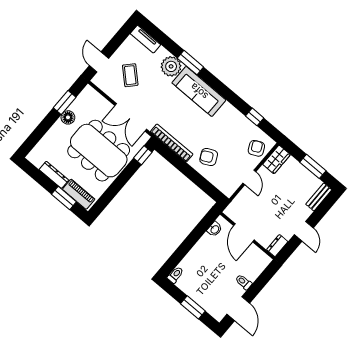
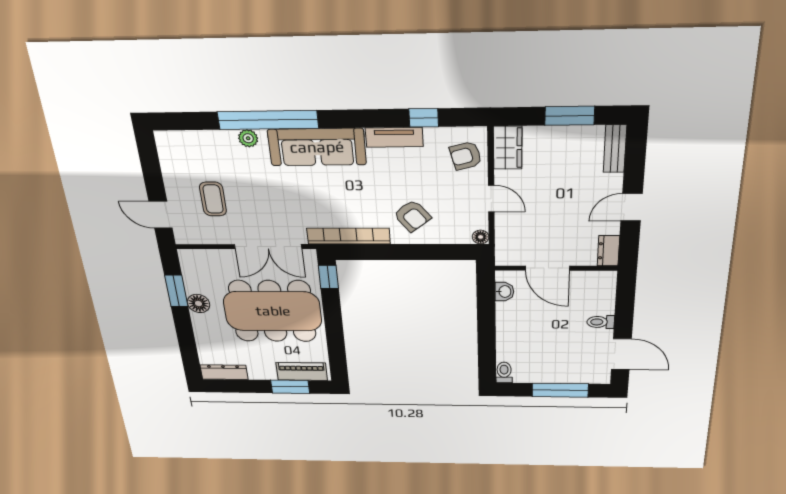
tv unit: (145, 39) -> (394, 137), moved
window: (190, 63) -> (268, 120), width x2.11
plant: (171, 66) -> (248, 138), width x0.53, depth x0.53
coffee table: (130, 75) -> (213, 199), turned 47
armchair: (256, 148) -> (466, 156), turned -79
armchair: (209, 157) -> (412, 216), turned -102
dresser: (54, 175) -> (224, 372), moved
floor lamp: (229, 192) -> (481, 237), added
door: (304, 231) -> (632, 207), swing flipped
window: (193, 307) -> (560, 390), width x1.44

